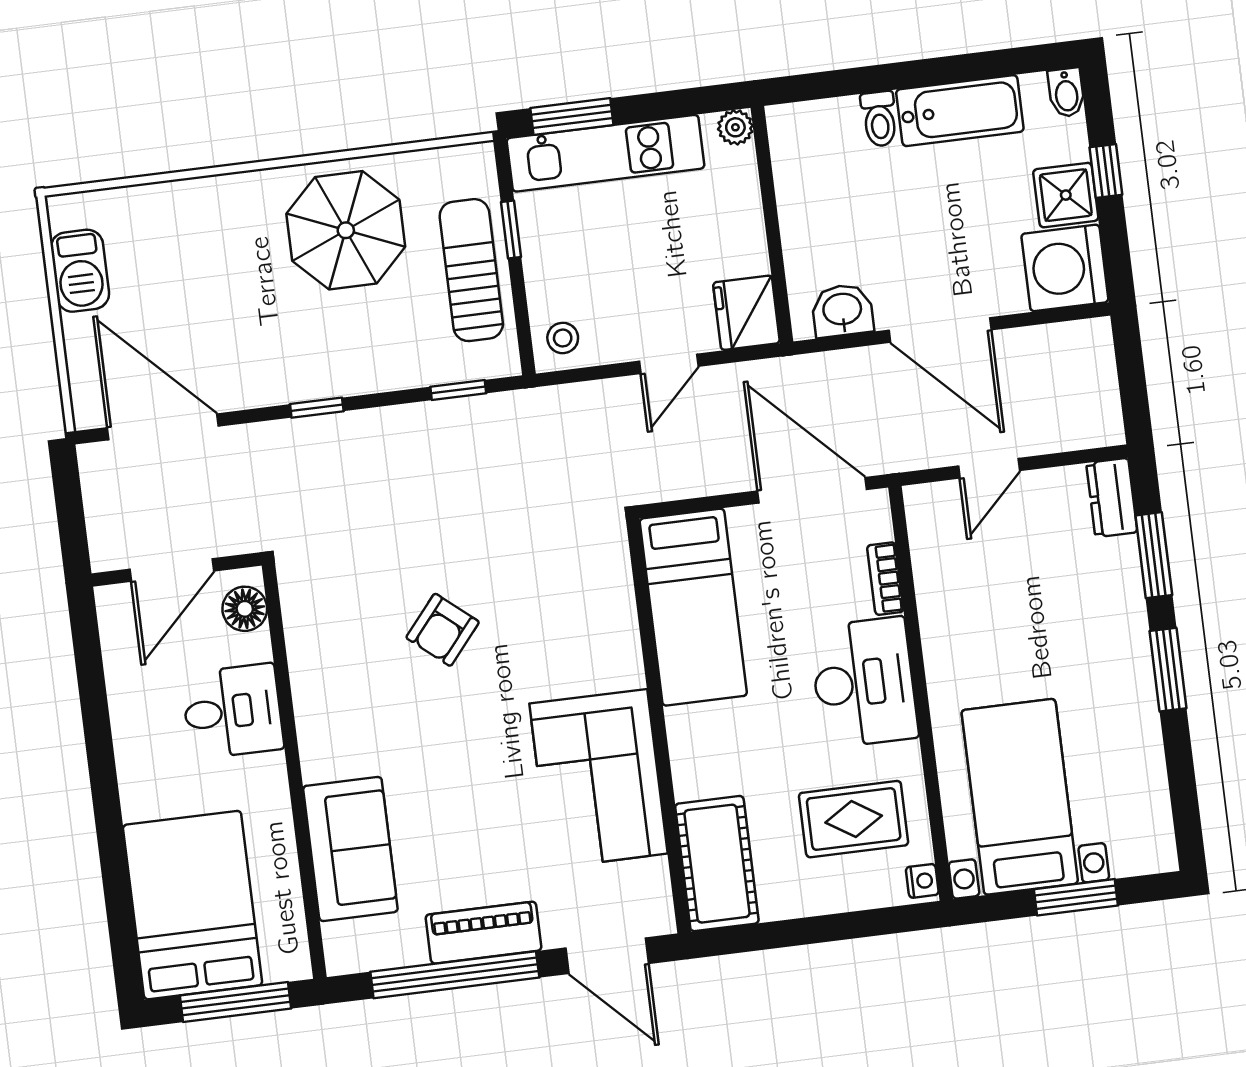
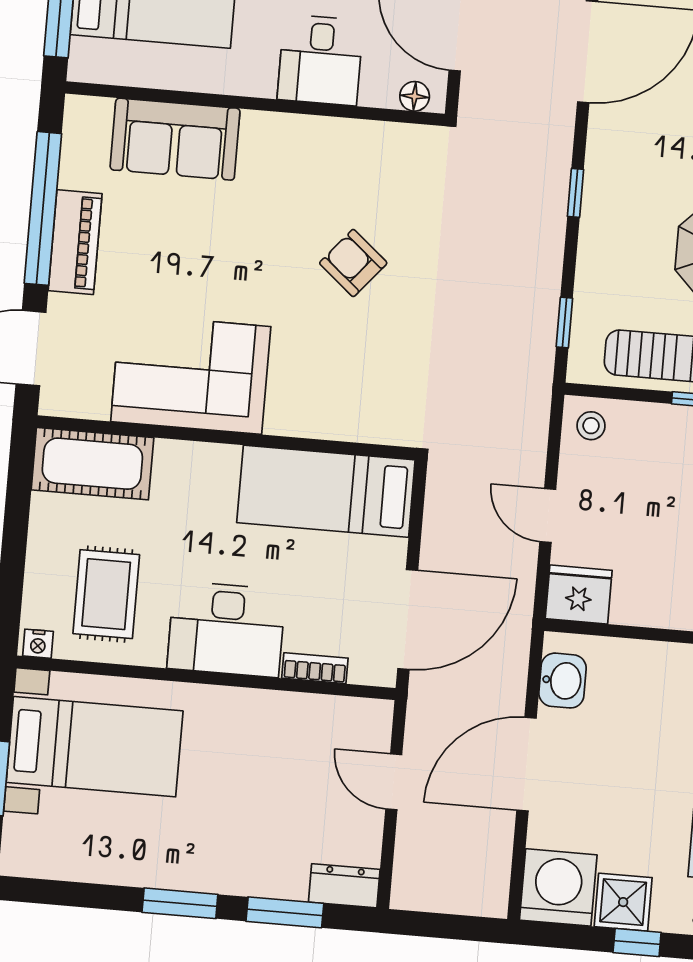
floor lamp: (245, 609) -> (415, 96), width x0.73, depth x0.73

